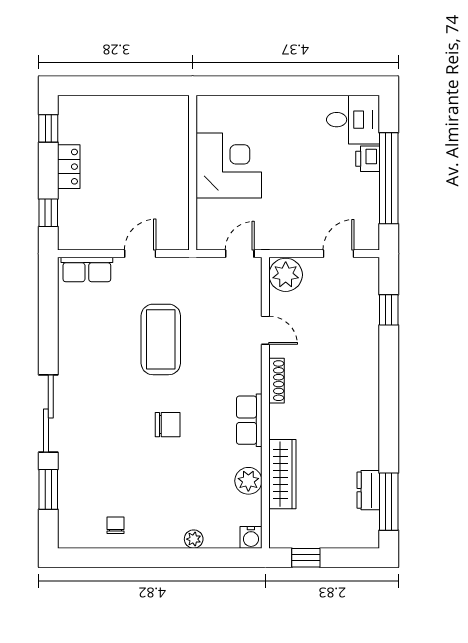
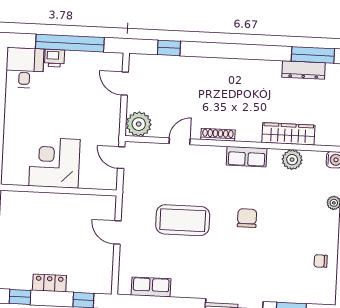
row of seats: (87, 270) -> (151, 287), moved, turned -90
dresser: (368, 490) -> (304, 70), width x1.44

